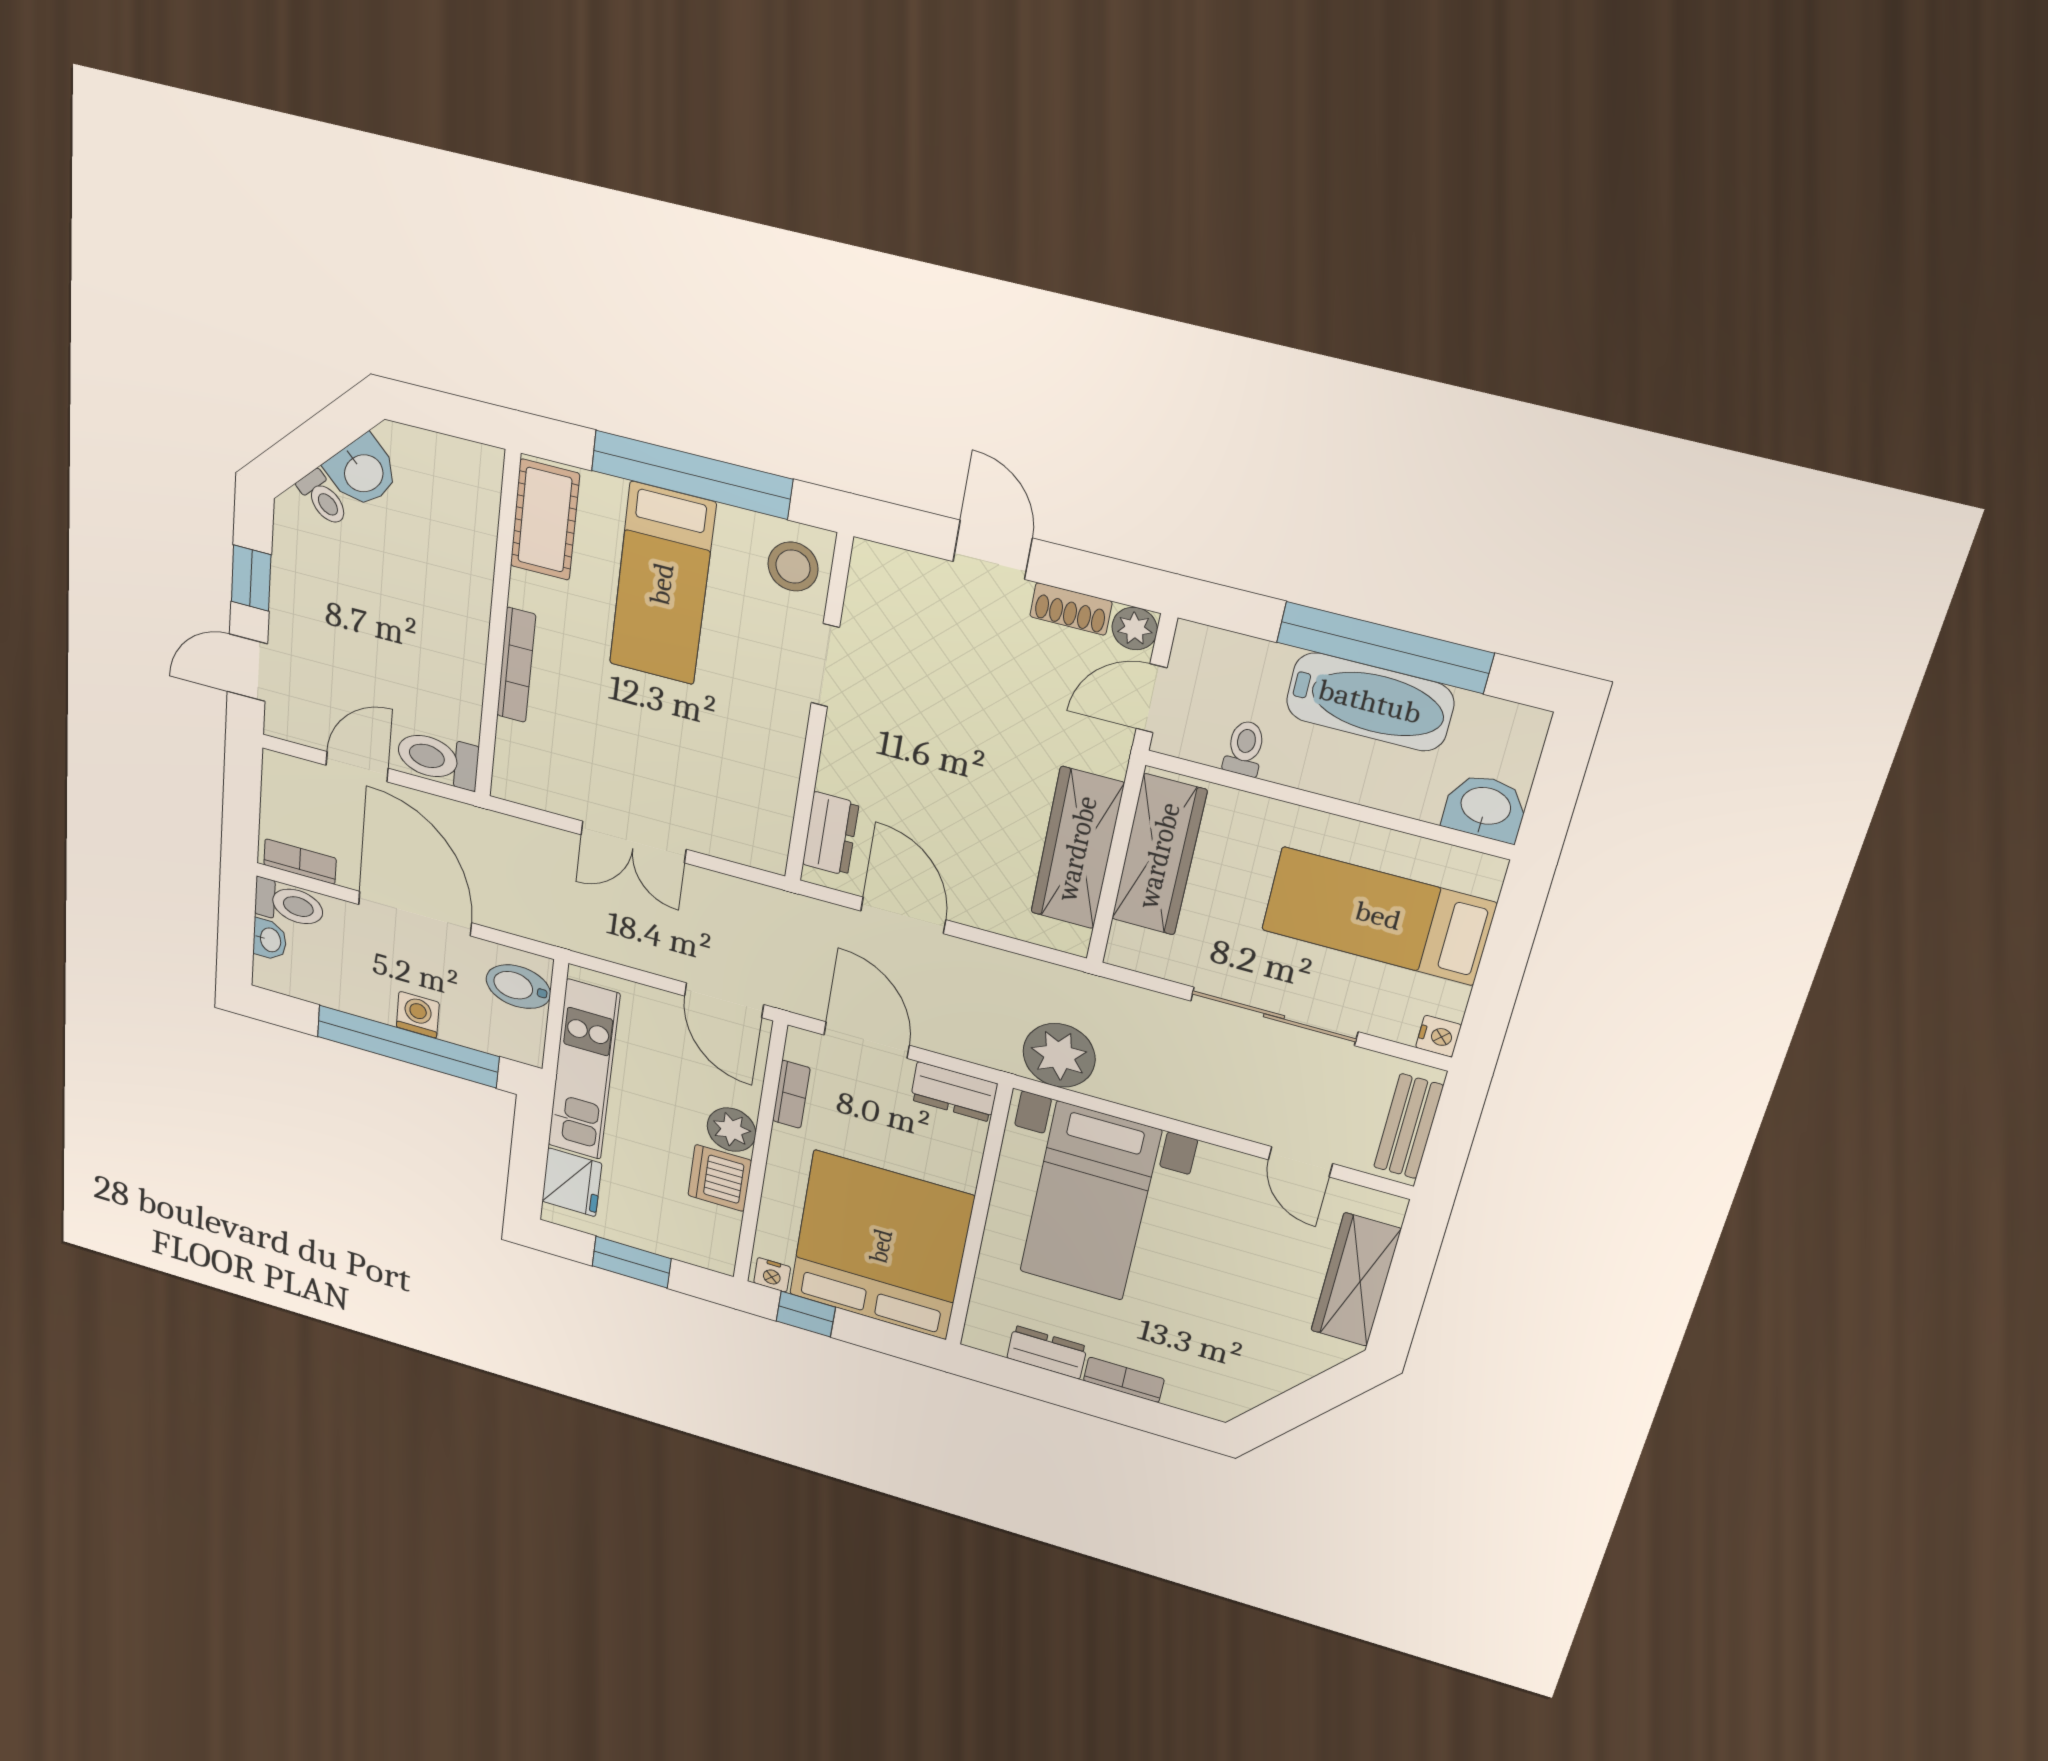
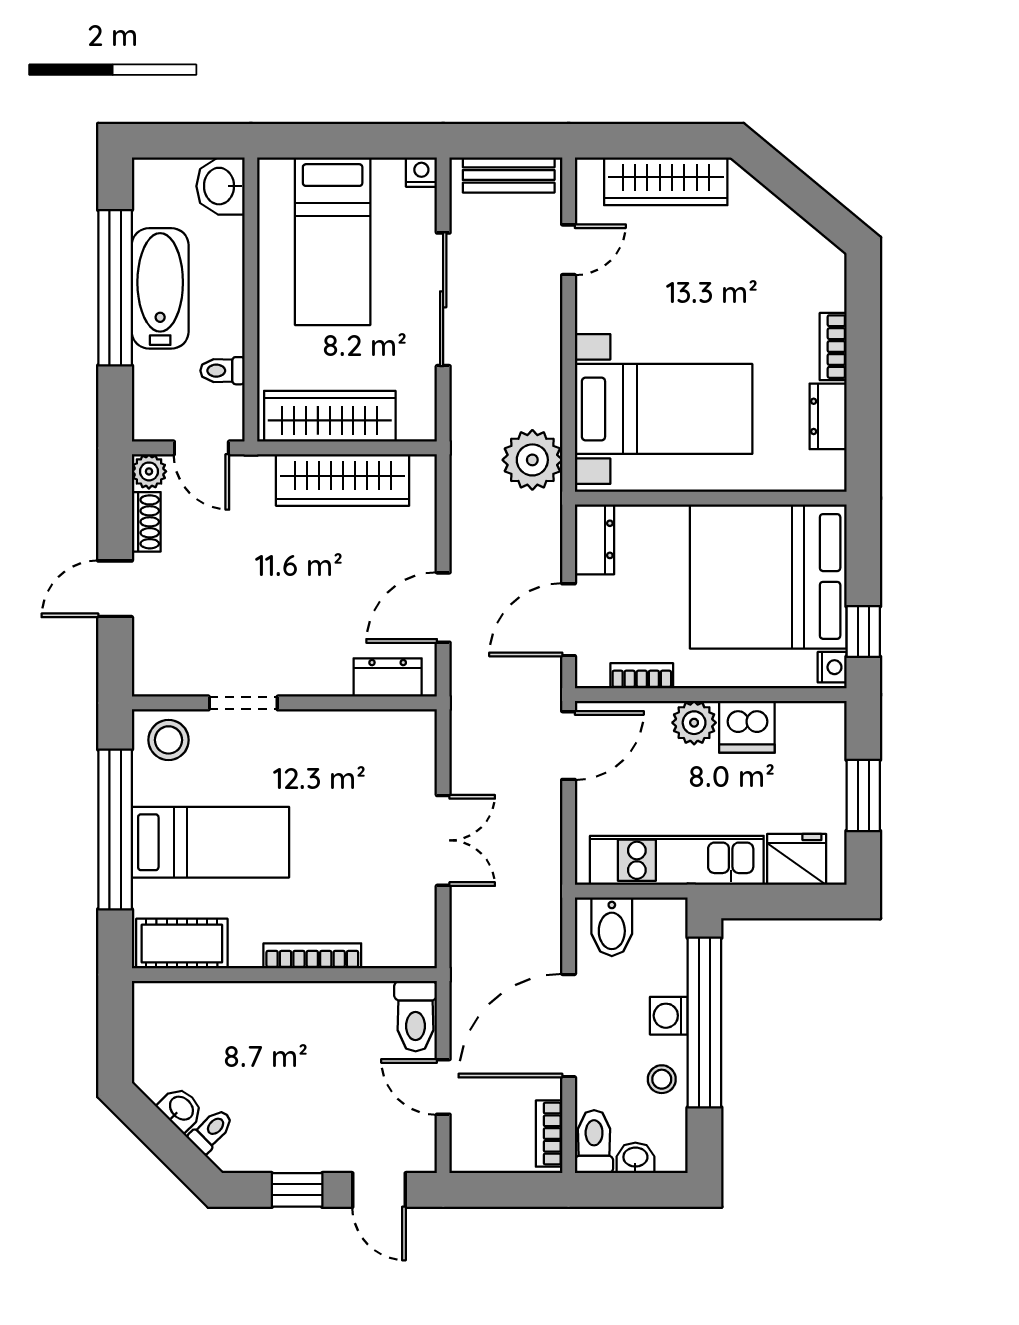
washbasin: (363, 472) -> (181, 1109), width x0.72, depth x0.69
stool: (351, 989) -> (662, 1079), added

